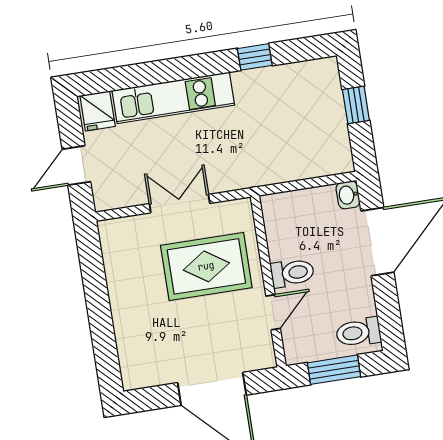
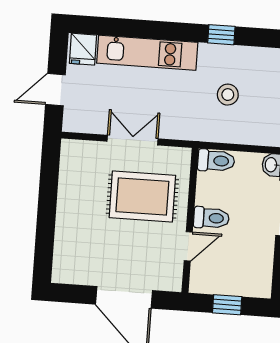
stool: (278, 125) -> (228, 95), added
toilet: (358, 332) -> (216, 161), moved, turned 180
window: (334, 370) -> (227, 305), width x0.67

